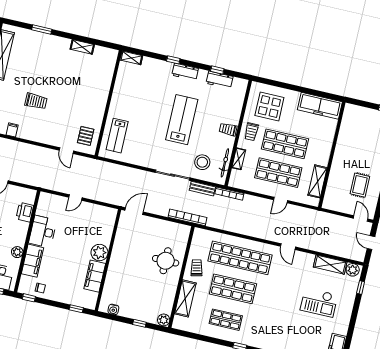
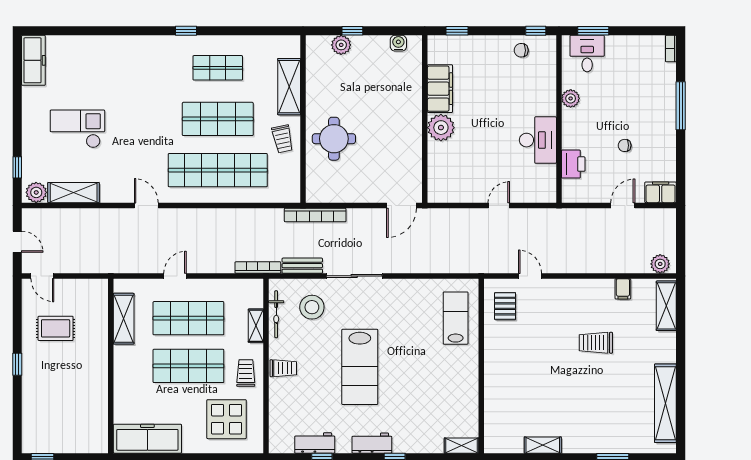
rug: (360, 185) -> (56, 328), turned 90
filing cabinet: (32, 261) -> (543, 90), removed
plant: (164, 320) -> (341, 45), moved

